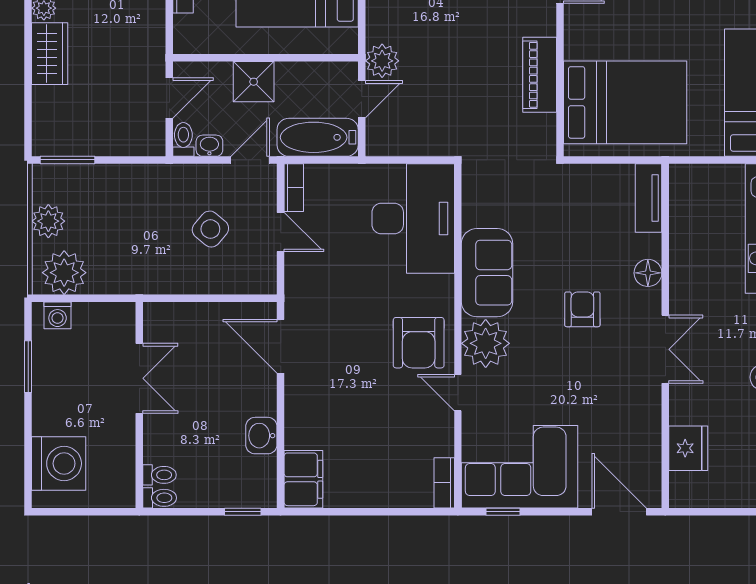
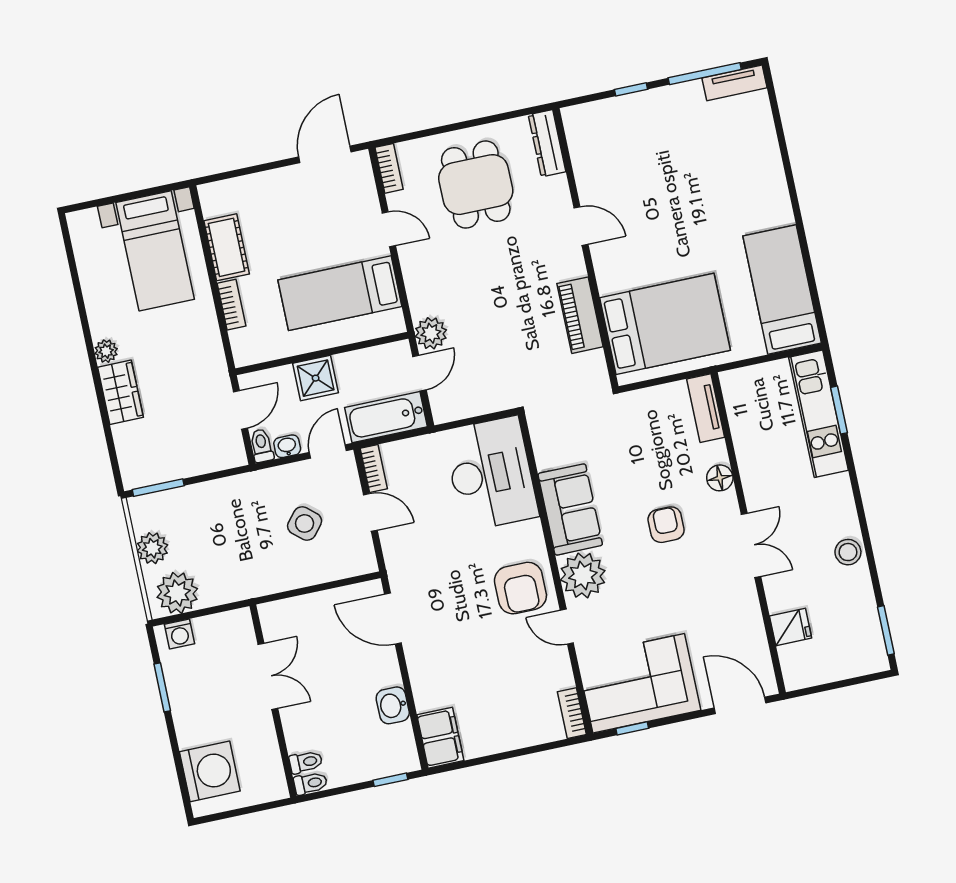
fridge: (688, 448) -> (791, 627), width x0.72

